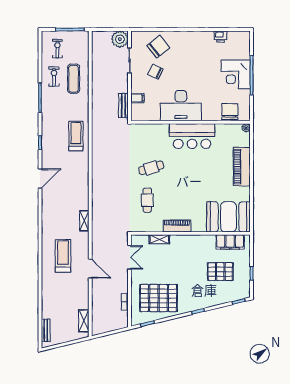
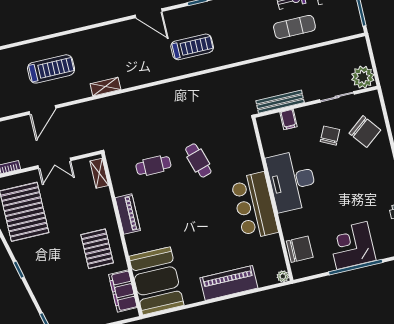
bench: (123, 106) -> (280, 102), width x1.36
treadmill: (76, 136) -> (192, 47), moved
shelving: (159, 239) -> (99, 173), moved
double door: (129, 257) -> (54, 163), moved
pallet: (220, 272) -> (97, 249), moved

